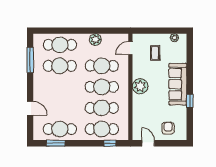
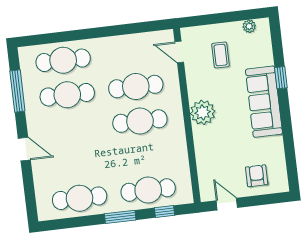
plant: (95, 40) -> (120, 45), removed
door: (130, 48) -> (179, 52), hinge flipped
window: (190, 101) -> (281, 78), moved
door: (30, 108) -> (24, 149), moved
cafe table: (102, 108) -> (144, 156), removed
window: (56, 143) -> (120, 217), moved

